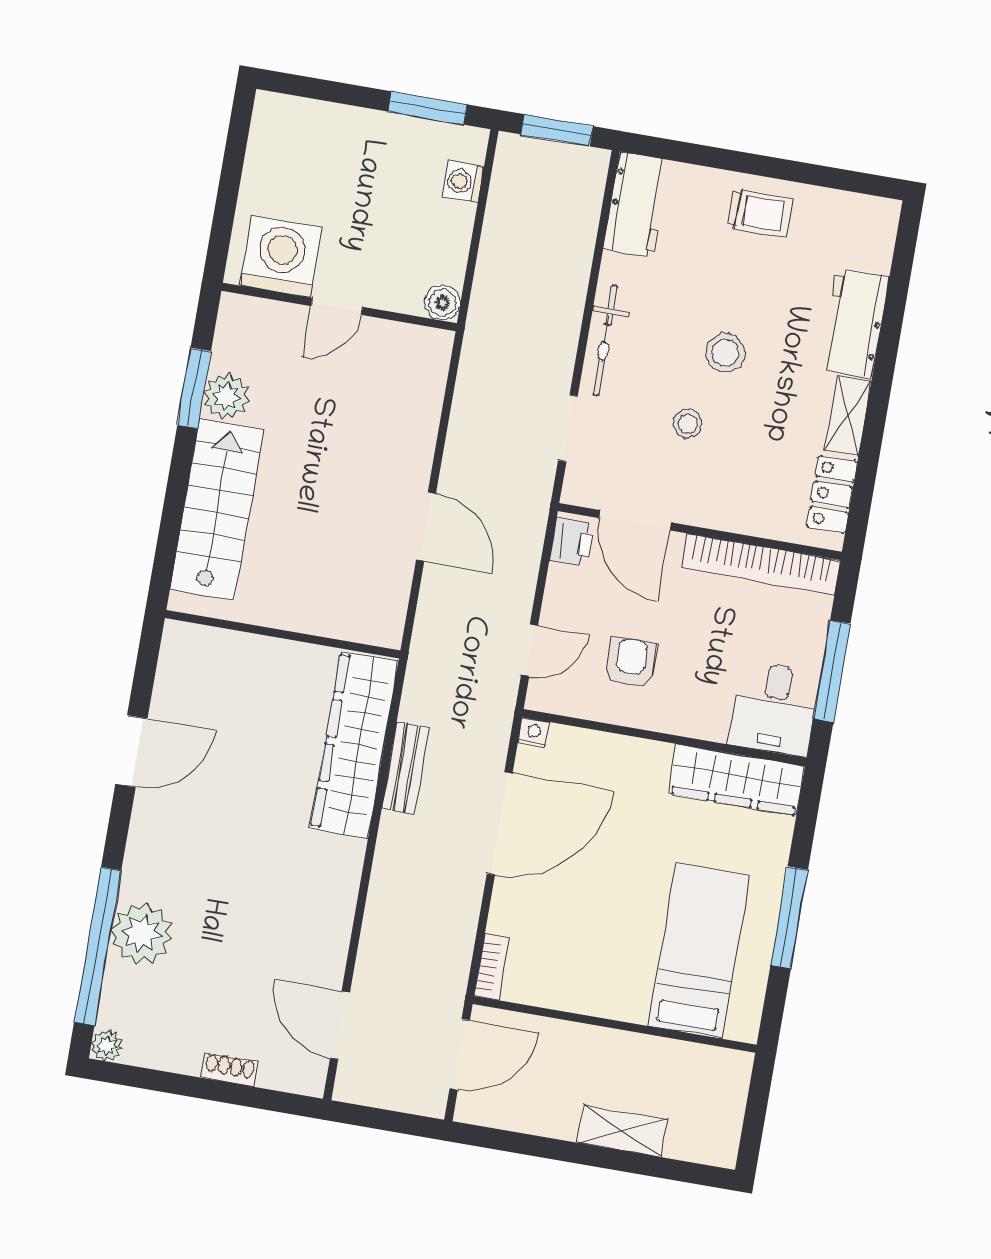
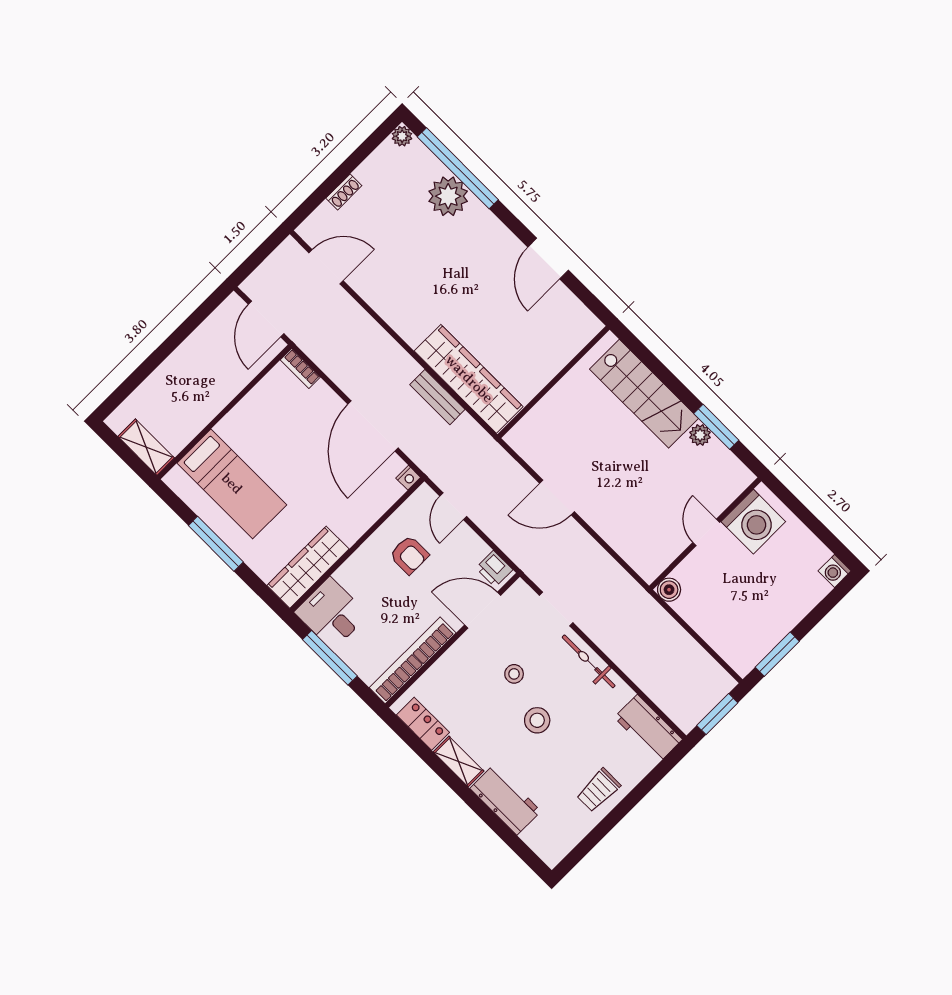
washing machine: (463, 182) -> (835, 571), moved, turned 180
plant: (226, 396) -> (700, 435), width x0.73, depth x0.73
shelving: (623, 1131) -> (146, 447), moved, turned 90

